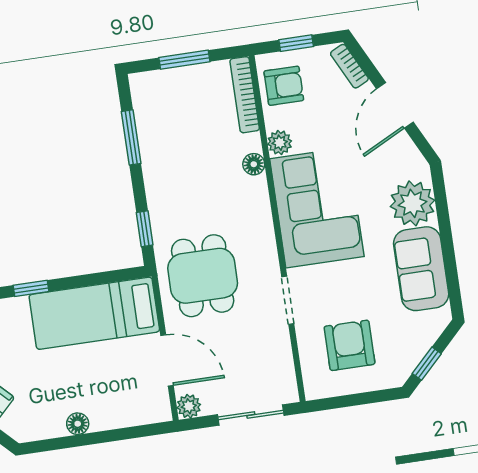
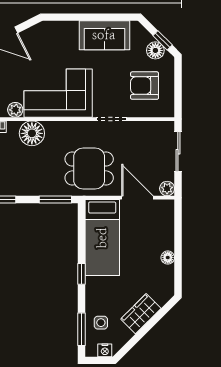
floor lamp: (254, 164) -> (32, 133), width x1.89, depth x1.89
plant: (412, 203) -> (64, 35), removed
window: (145, 229) -> (55, 199), width x1.50
floor lamp: (409, 354) -> (155, 50), added
door: (167, 360) -> (137, 198), hinge flipped

